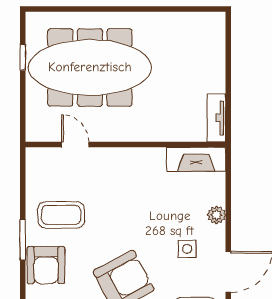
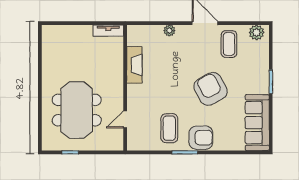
meeting table: (90, 67) -> (77, 110), width x0.73
fireplace: (196, 159) -> (134, 65), moved
side table: (187, 249) -> (191, 49), removed

